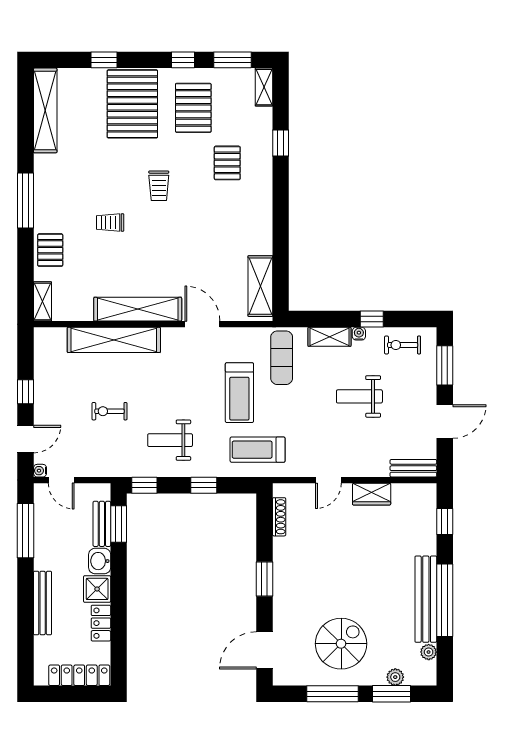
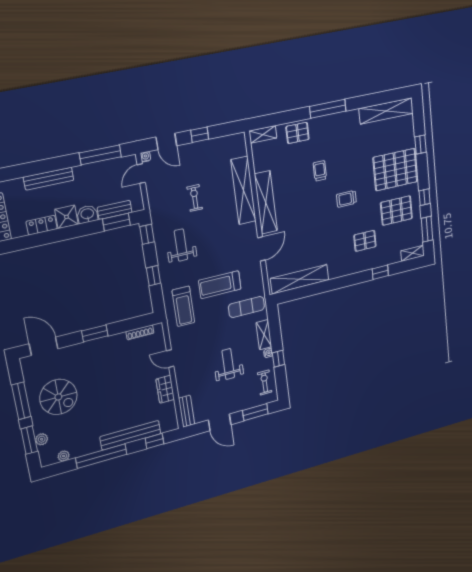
shelving: (260, 286) -> (300, 279), width x1.47
treadmill: (258, 450) -> (183, 306), turned 180
bench: (426, 599) -> (131, 435), moved

